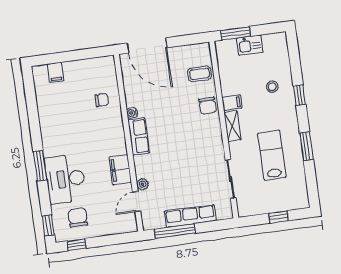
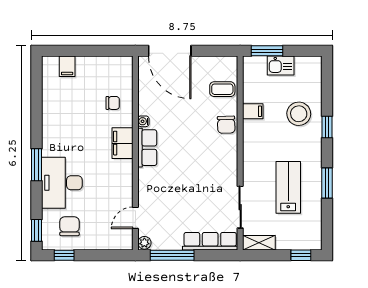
stool: (272, 87) -> (299, 114), width x1.89, depth x1.89
filing cabinet: (232, 103) -> (253, 111), moved
shelving: (232, 126) -> (259, 243), moved, turned 90
filing cabinet: (120, 170) -> (122, 143), moved
plant: (143, 184) -> (144, 243), moved
row of seats: (190, 216) -> (210, 241), moved
window: (279, 217) -> (301, 255), moved

